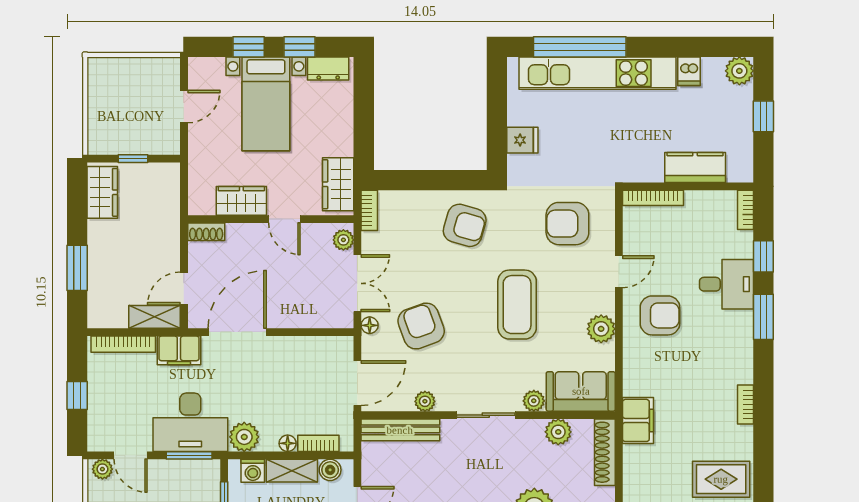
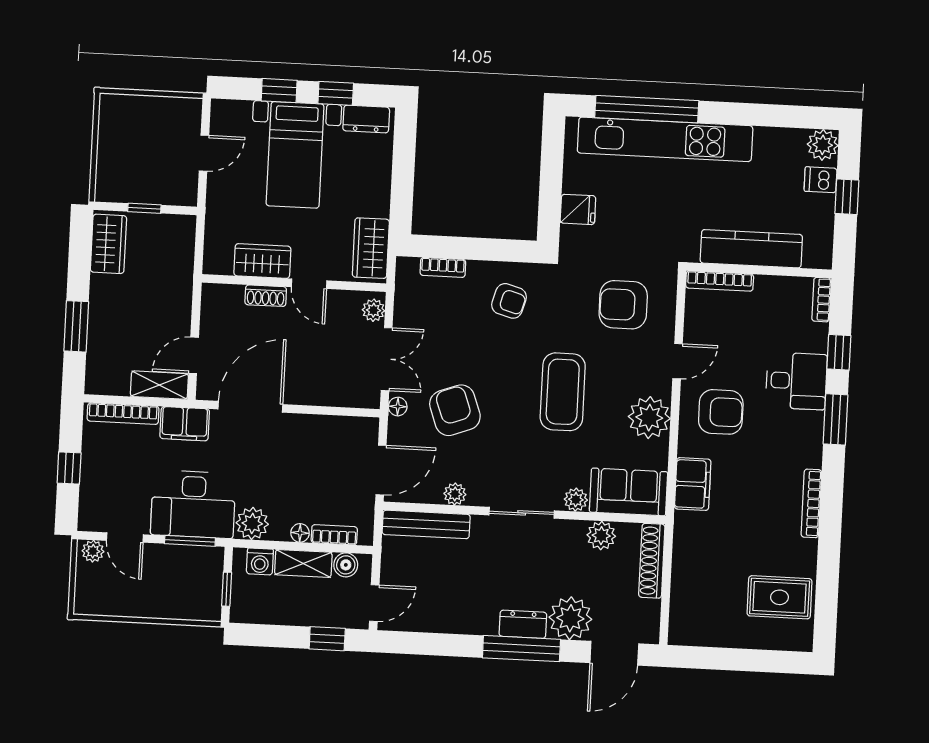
dishwasher: (689, 71) -> (821, 180), moved, turned 90
kitchen counter: (695, 167) -> (751, 249), width x1.50
bookcase: (369, 210) -> (443, 267), moved, turned 90
armchair: (465, 225) -> (509, 301), width x0.72, depth x0.72
shoe rack: (206, 232) -> (266, 296), moved
plant: (601, 329) -> (649, 418), width x1.36, depth x1.36
bookcase: (745, 404) -> (811, 503), width x1.56
filing cabinet: (638, 420) -> (693, 484), moved

